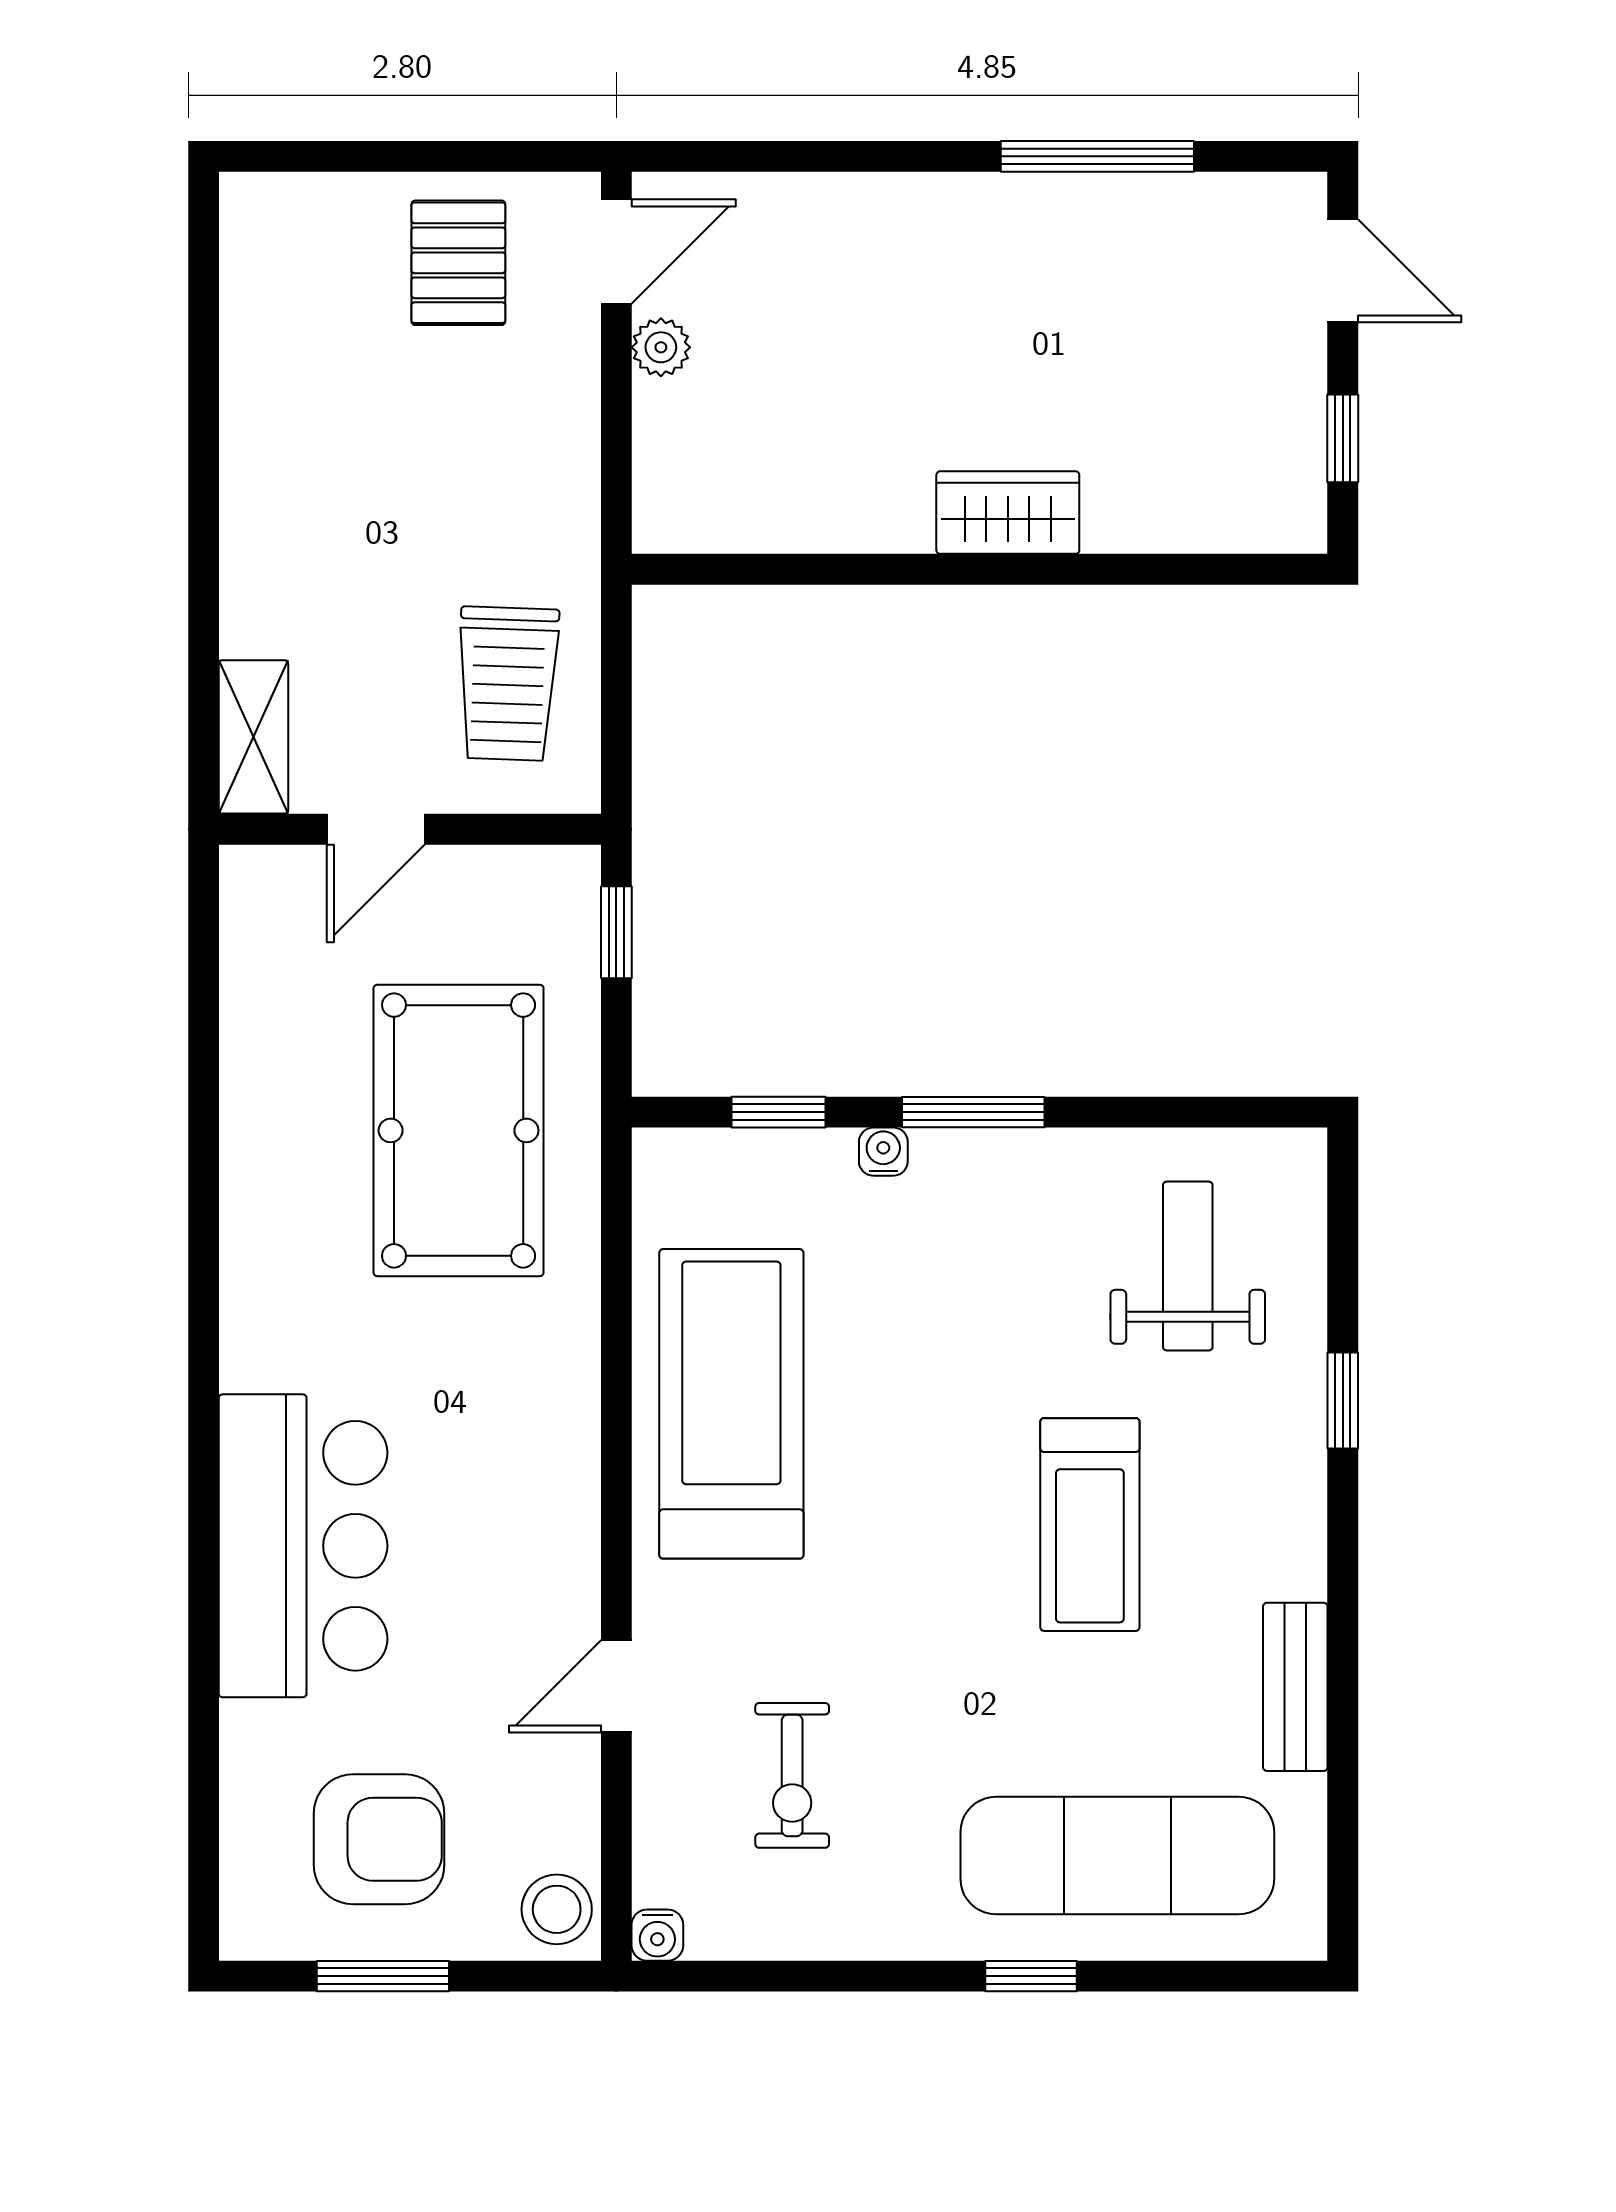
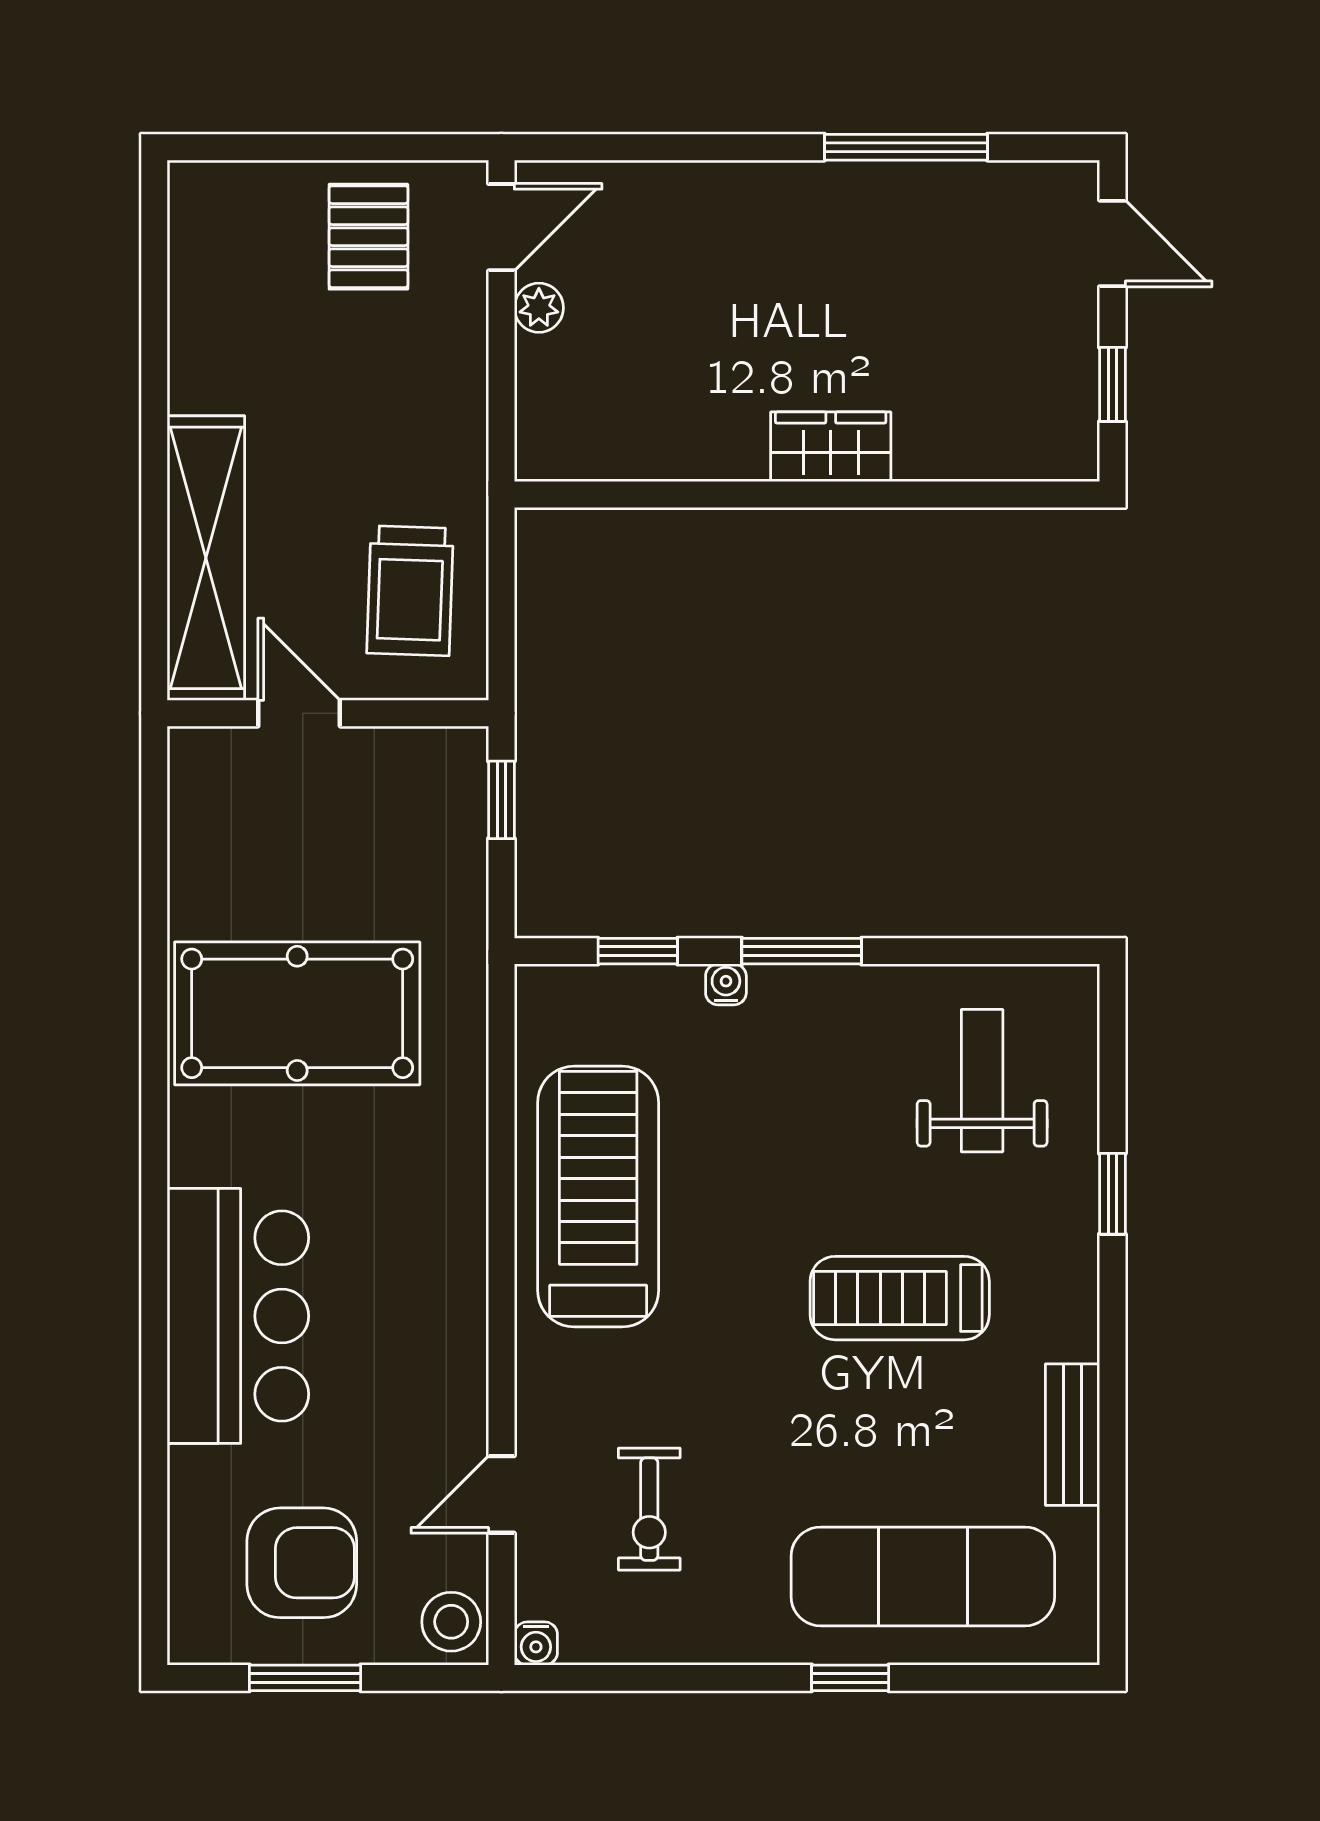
shelving: (253, 737) -> (206, 558), width x2.20, depth x1.33
door: (376, 829) -> (299, 713), swing flipped
pool table: (459, 1130) -> (297, 1013), moved, turned 90
treadmill: (1090, 1525) -> (900, 1298), turned 90
door: (616, 1686) -> (501, 1494), moved

